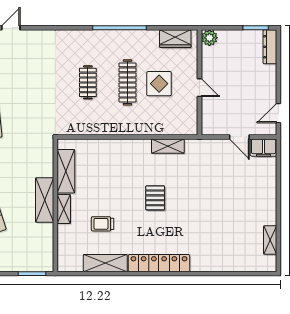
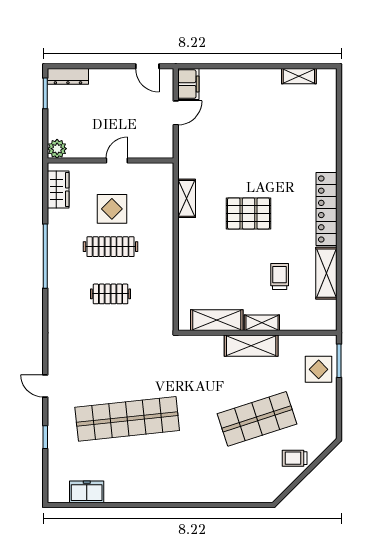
pallet: (155, 198) -> (248, 213), width x1.50, depth x1.42
trolley: (102, 224) -> (280, 276), turned 180
display table: (25, 256) -> (319, 369), added

